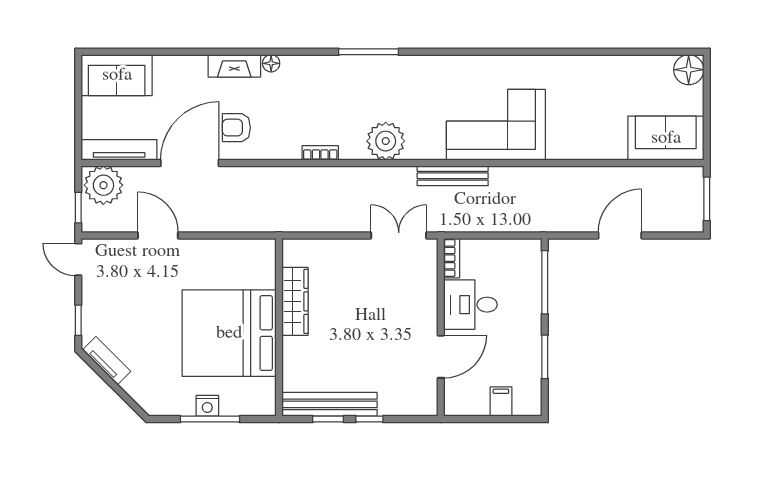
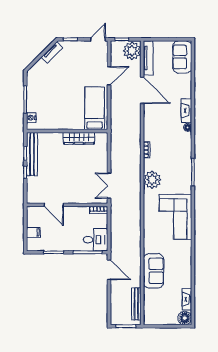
fireplace: (648, 65) -> (187, 299), added
corner sofa: (496, 125) -> (175, 217), moved, turned 180
armchair: (236, 128) -> (158, 112), removed
sofa: (666, 138) -> (154, 271), moved
bench: (453, 176) -> (136, 304), moved
double door: (399, 235) -> (109, 186), swing flipped
door: (620, 235) -> (109, 270), moved
desk: (470, 305) -> (96, 240), moved, turned 90
bed: (229, 333) -> (95, 108), moved, width x0.49
nightstand: (207, 406) -> (31, 118), moved

